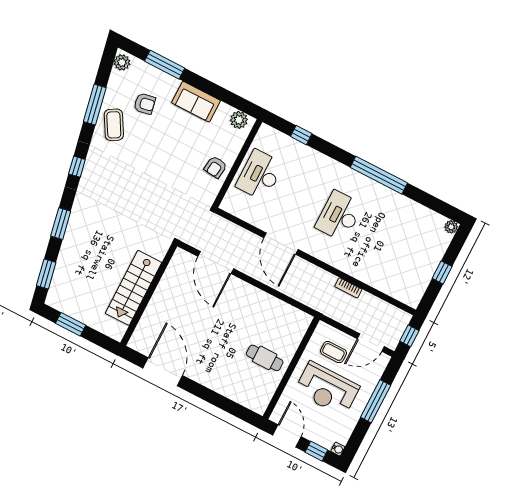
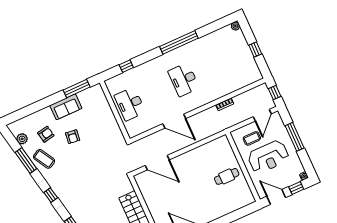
plant: (122, 62) -> (22, 139), moved
window: (165, 65) -> (77, 88), moved
plant: (239, 120) -> (93, 92), removed
armchair: (215, 167) -> (73, 137), moved

